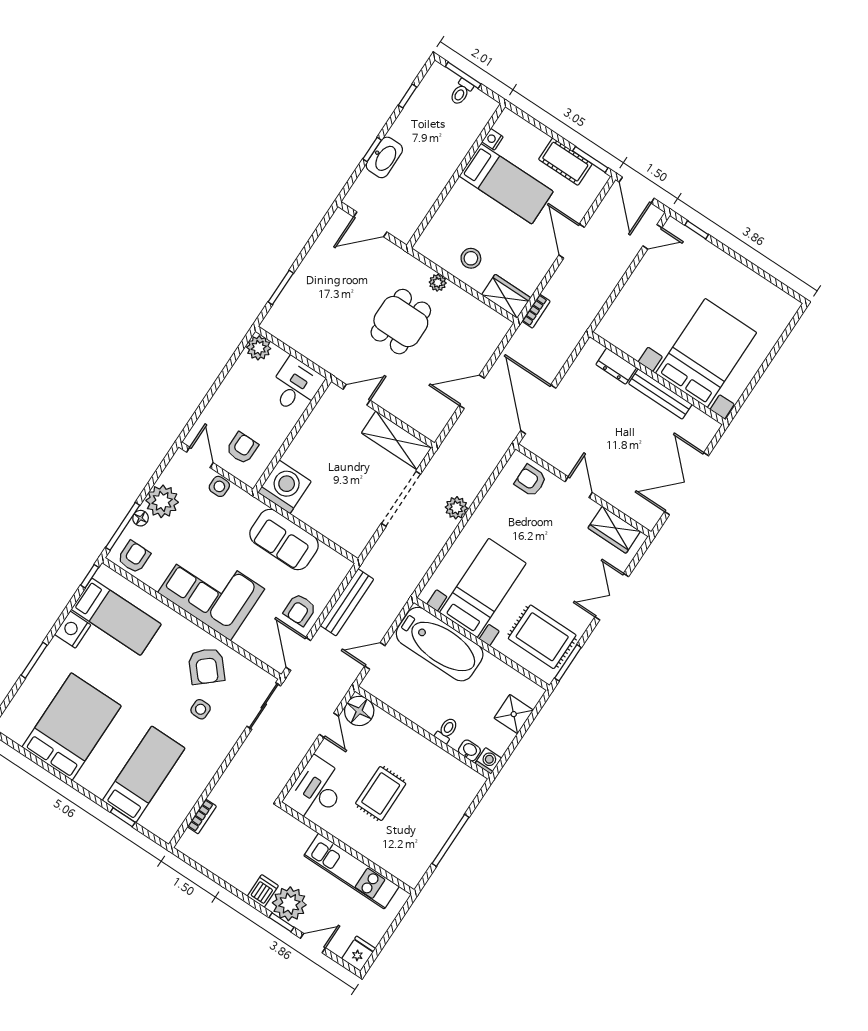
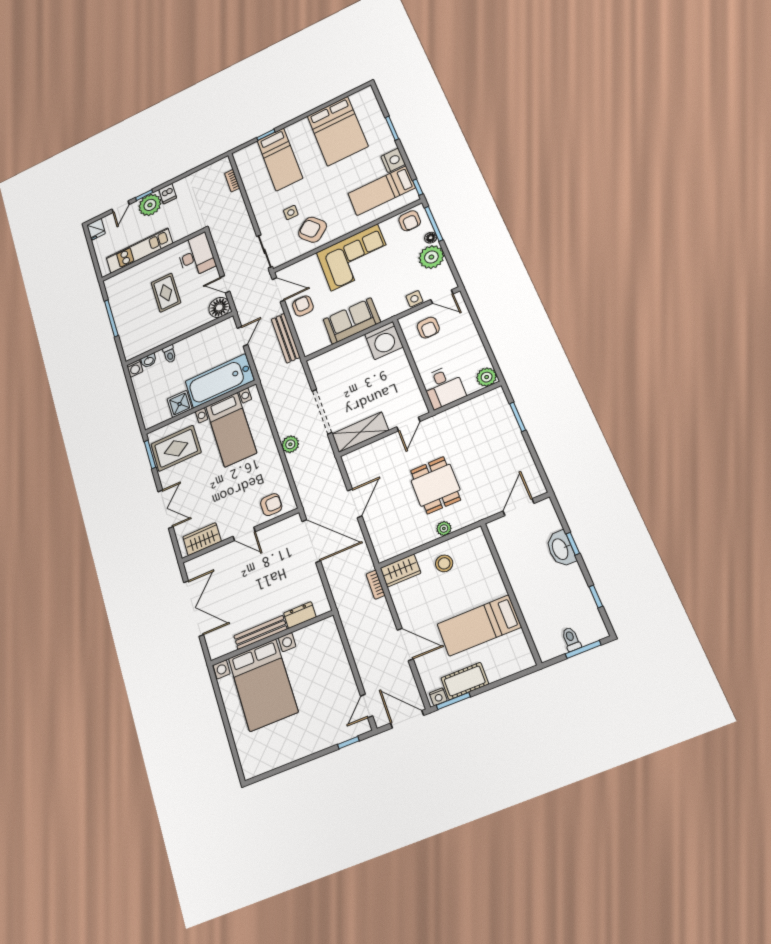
nightstand: (493, 139) -> (438, 697), moved, turned 90
shower: (514, 714) -> (180, 404), moved

